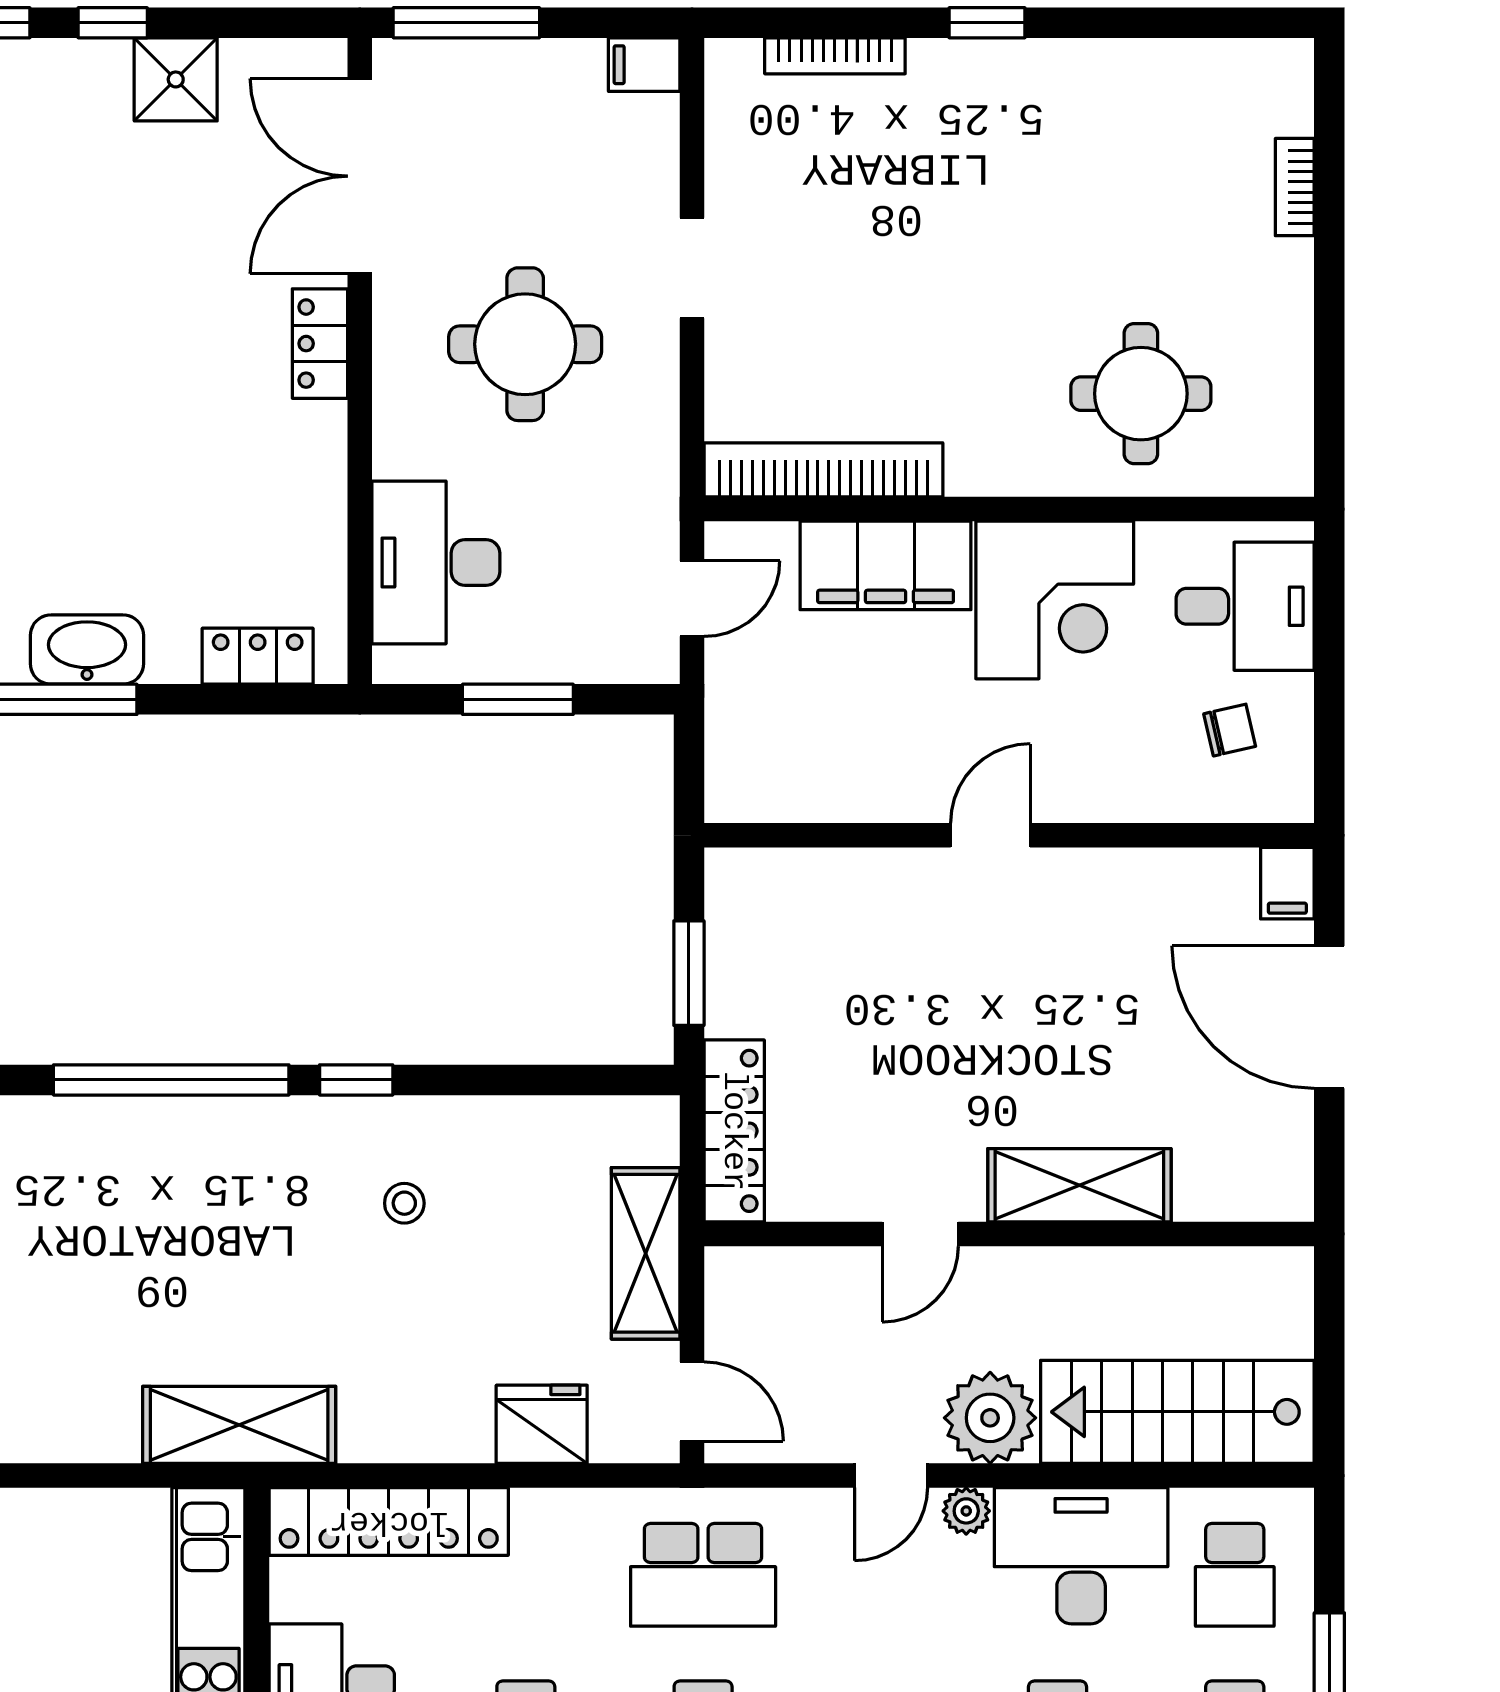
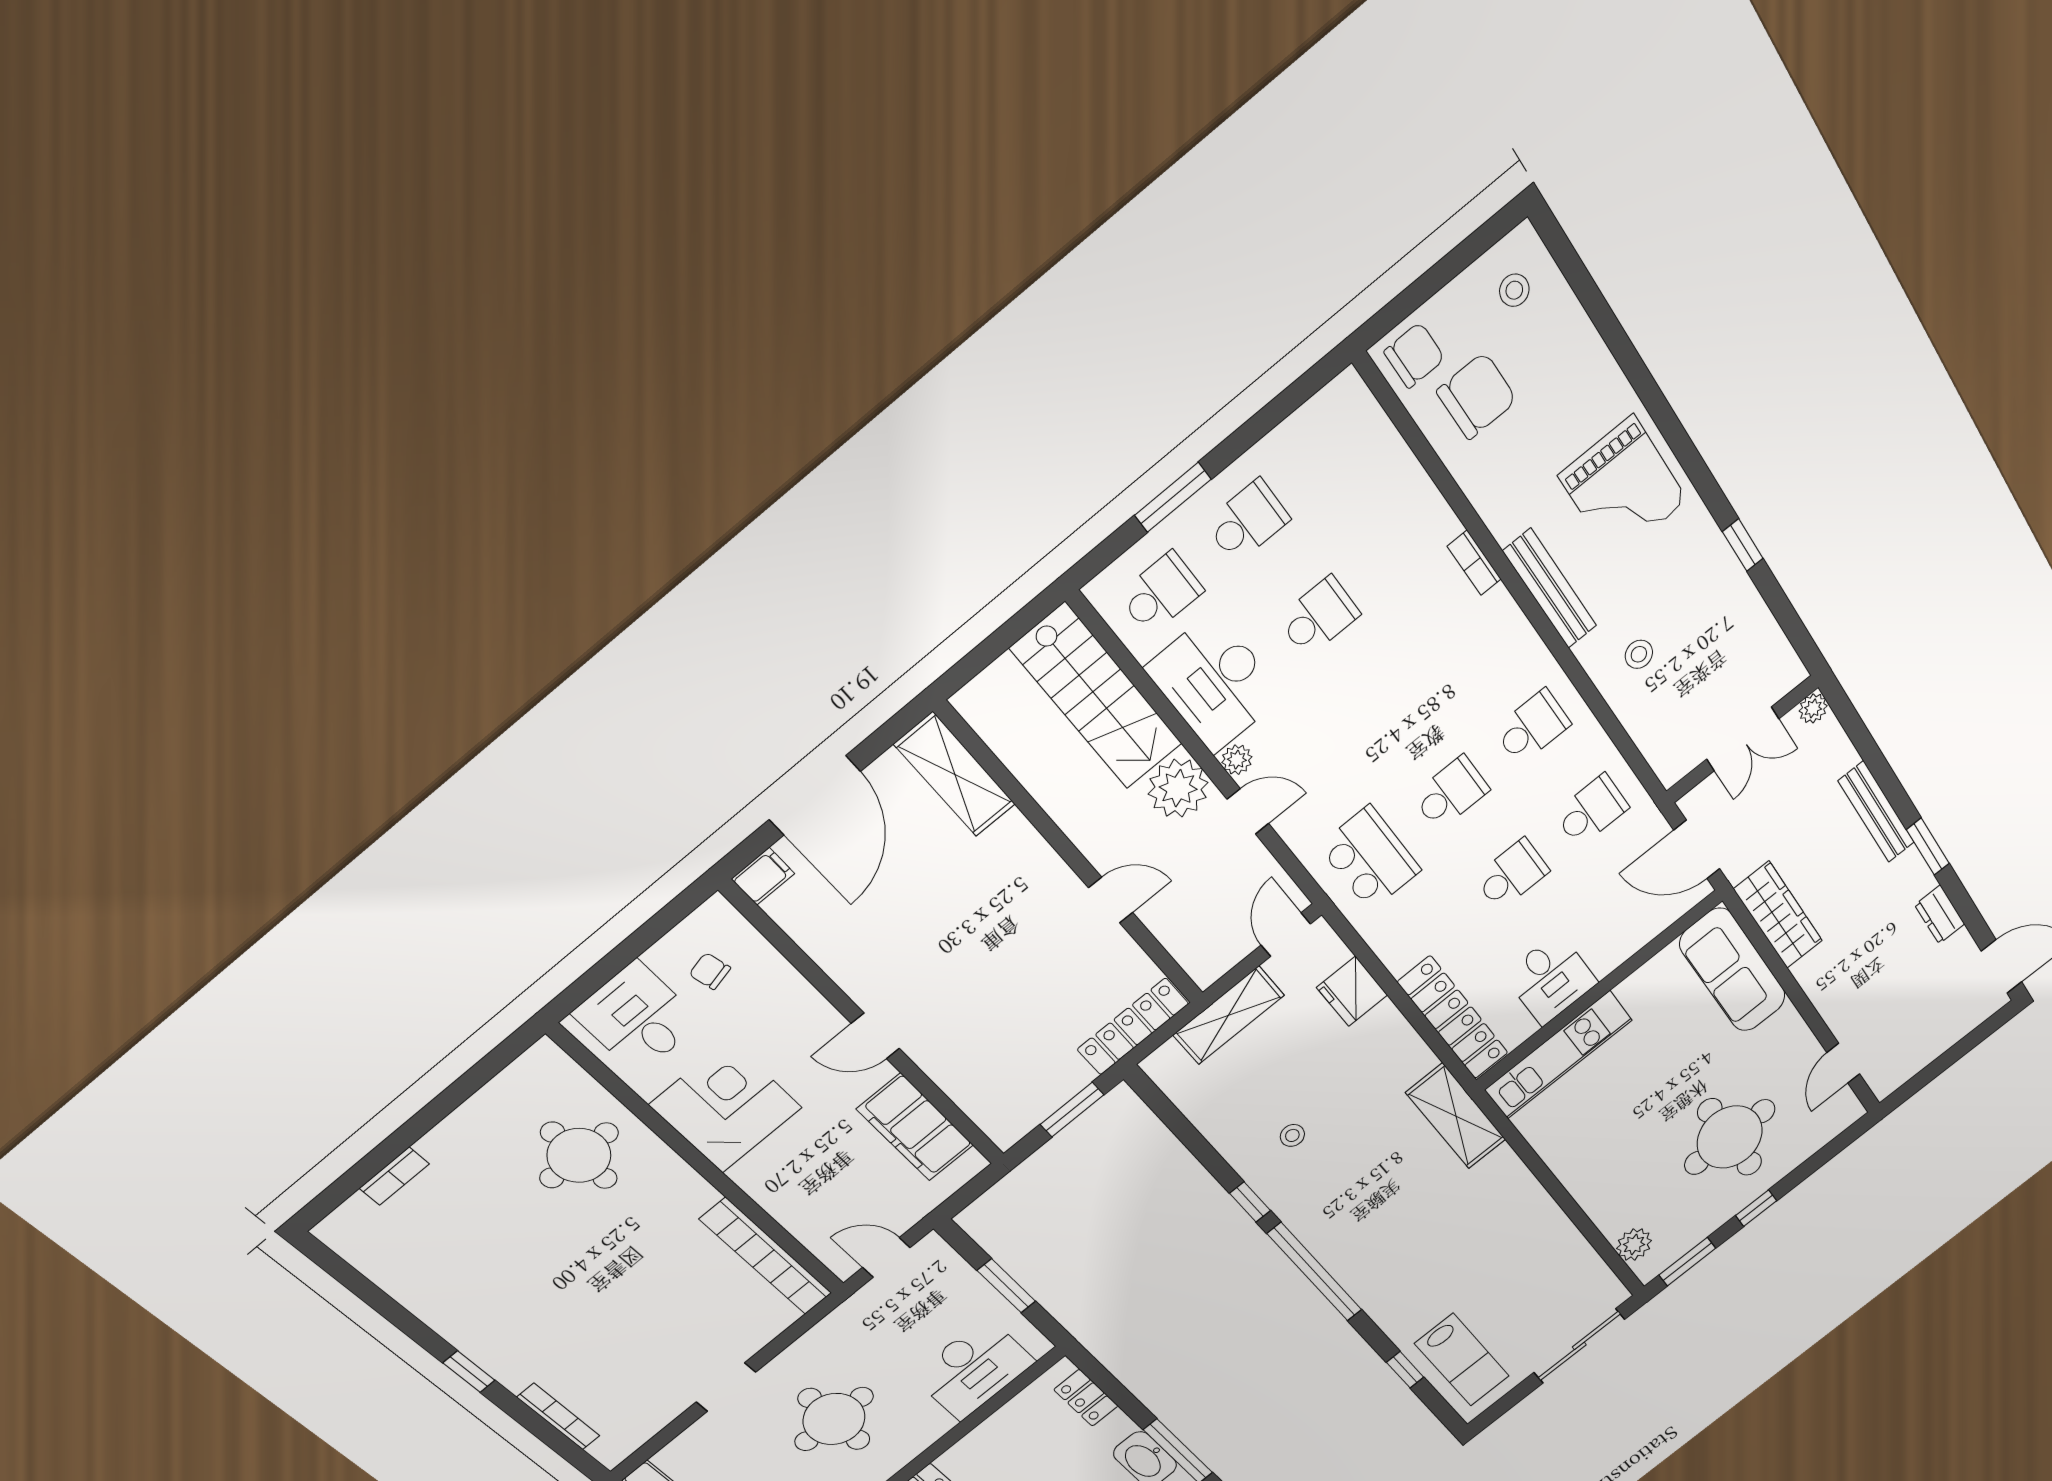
filing cabinet: (886, 565) -> (915, 1127), moved, turned 180
shelving: (1079, 1185) -> (955, 774), moved

